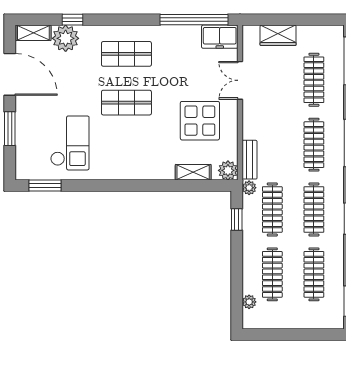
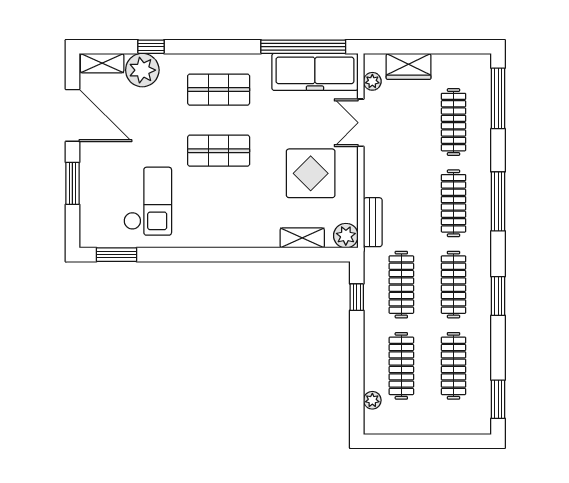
freezer: (220, 37) -> (315, 72), width x1.91, depth x1.26
plant: (249, 188) -> (372, 81), moved

